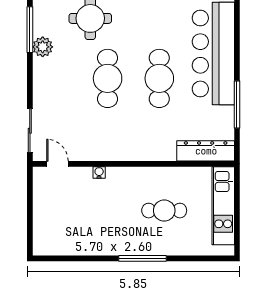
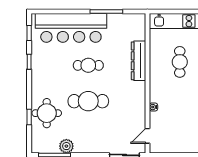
cafe table: (159, 78) -> (88, 65), width x0.73, depth x0.74
dresser: (206, 151) -> (138, 61), moved

